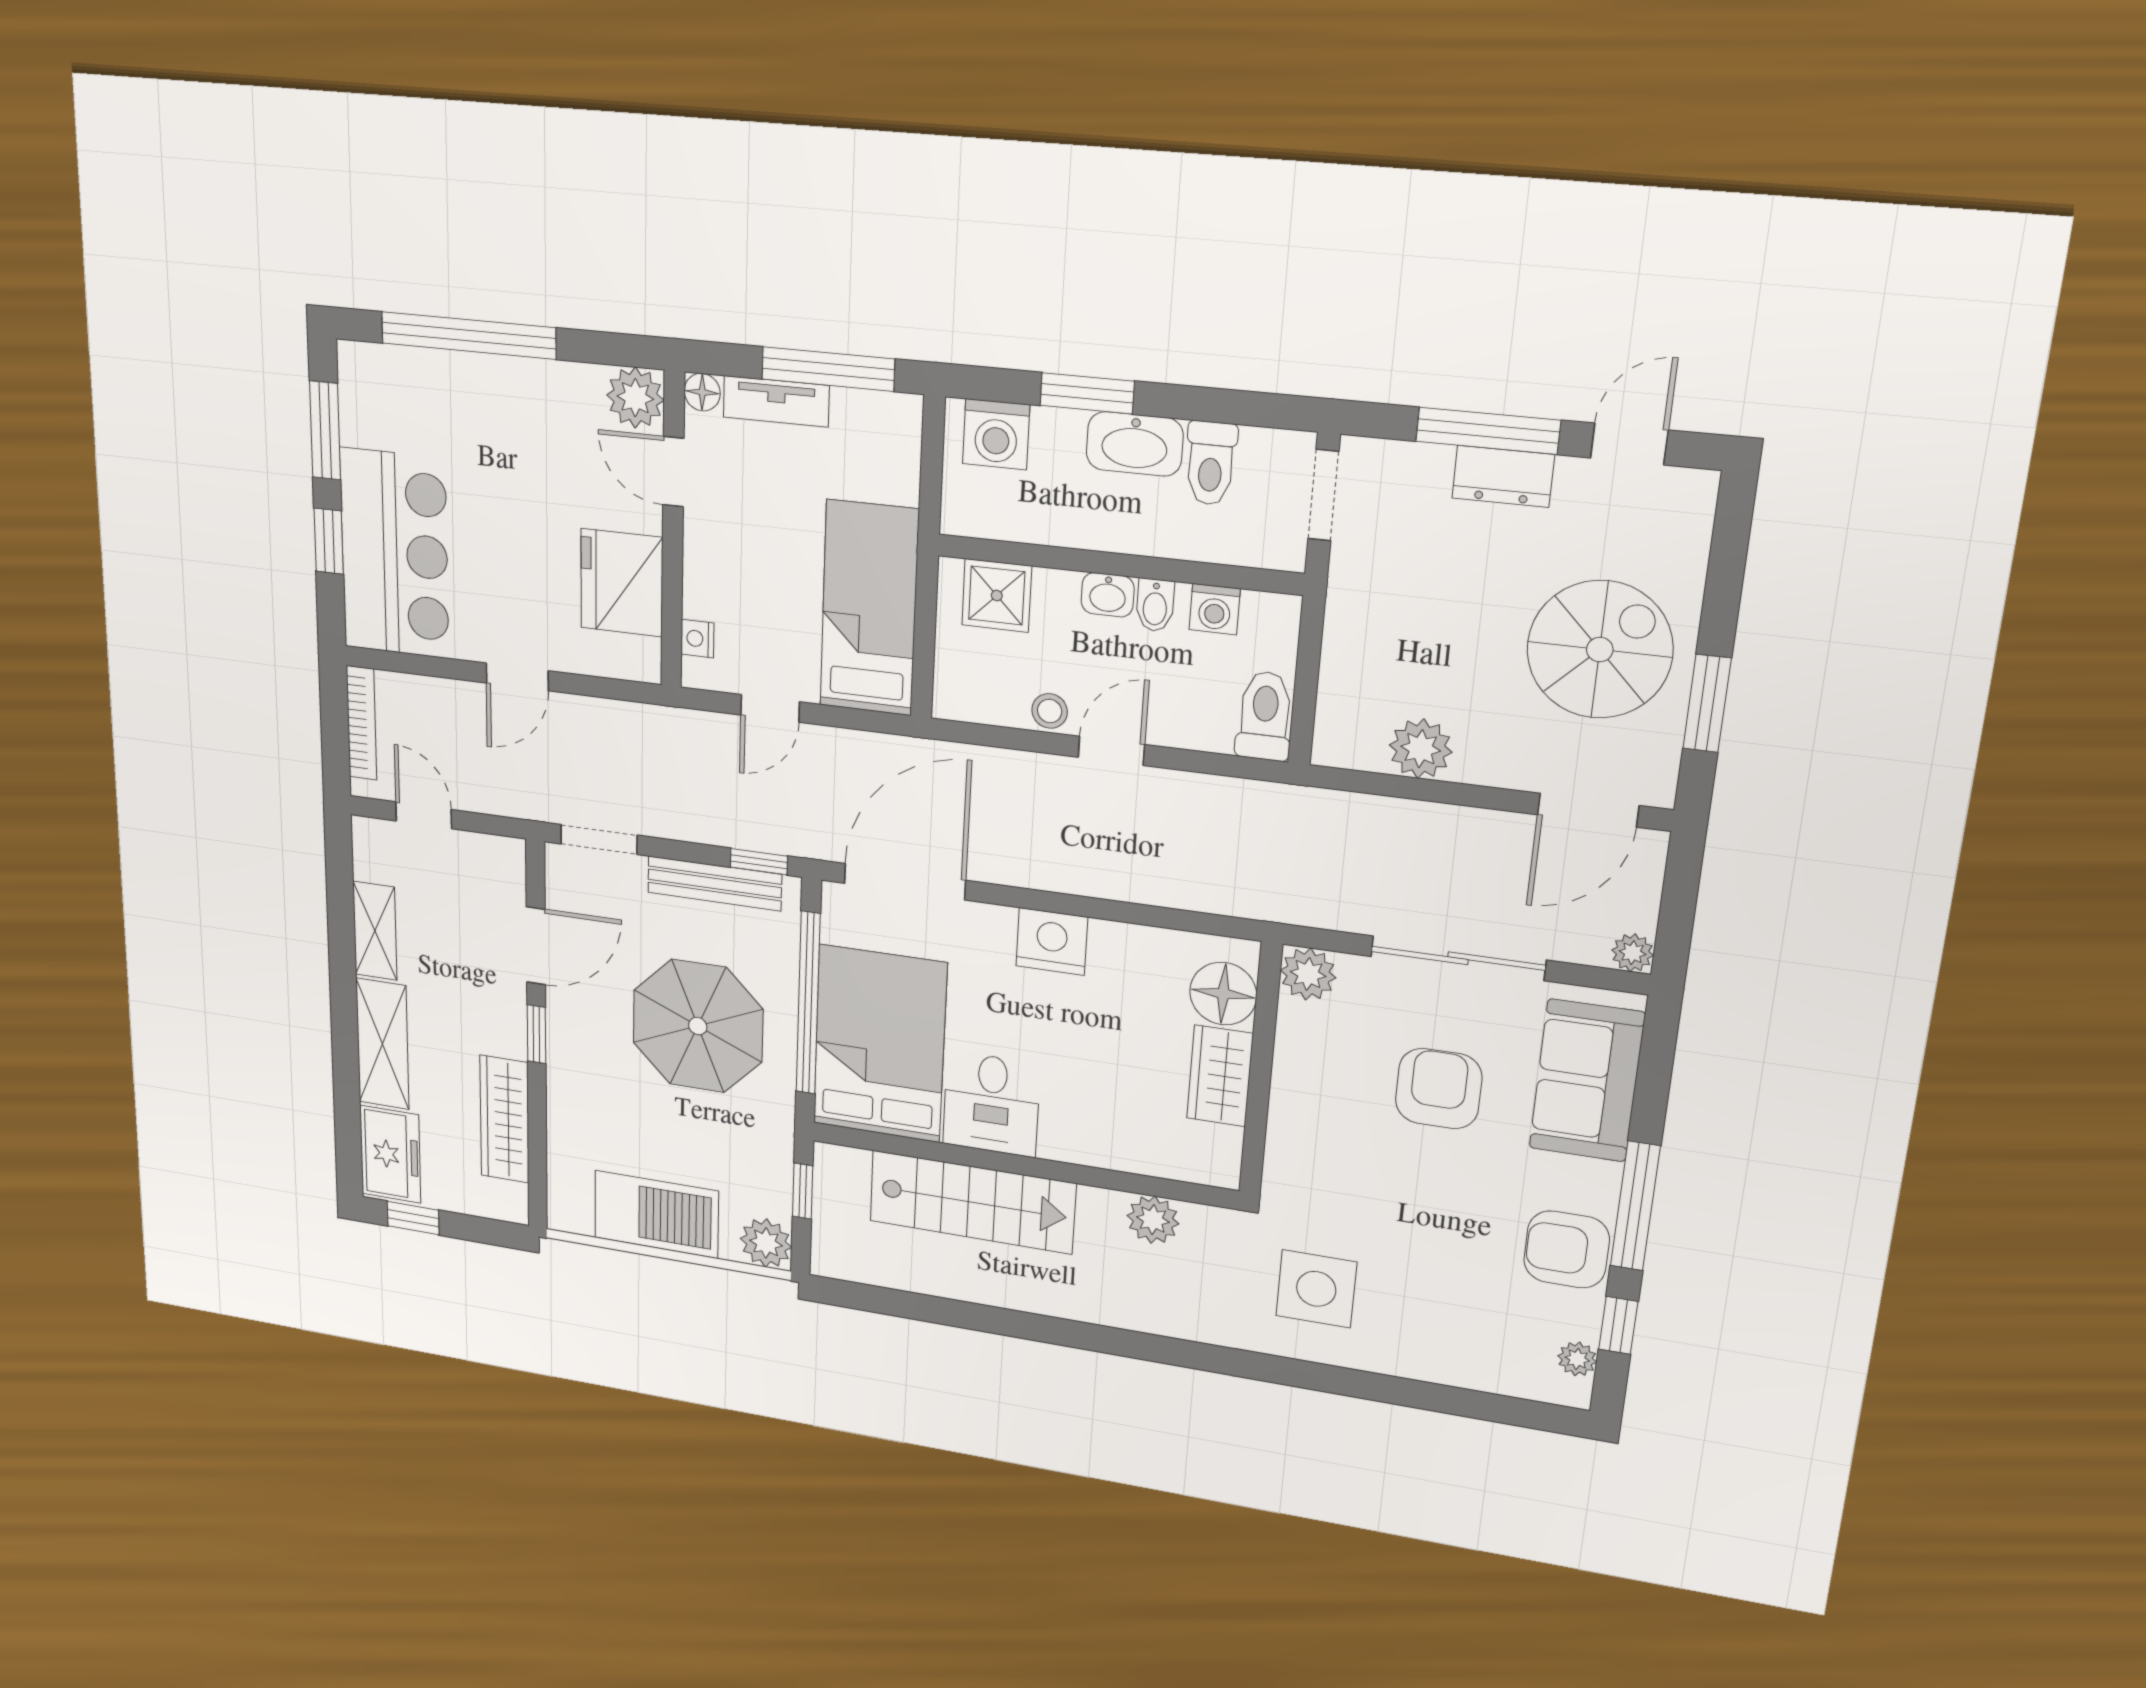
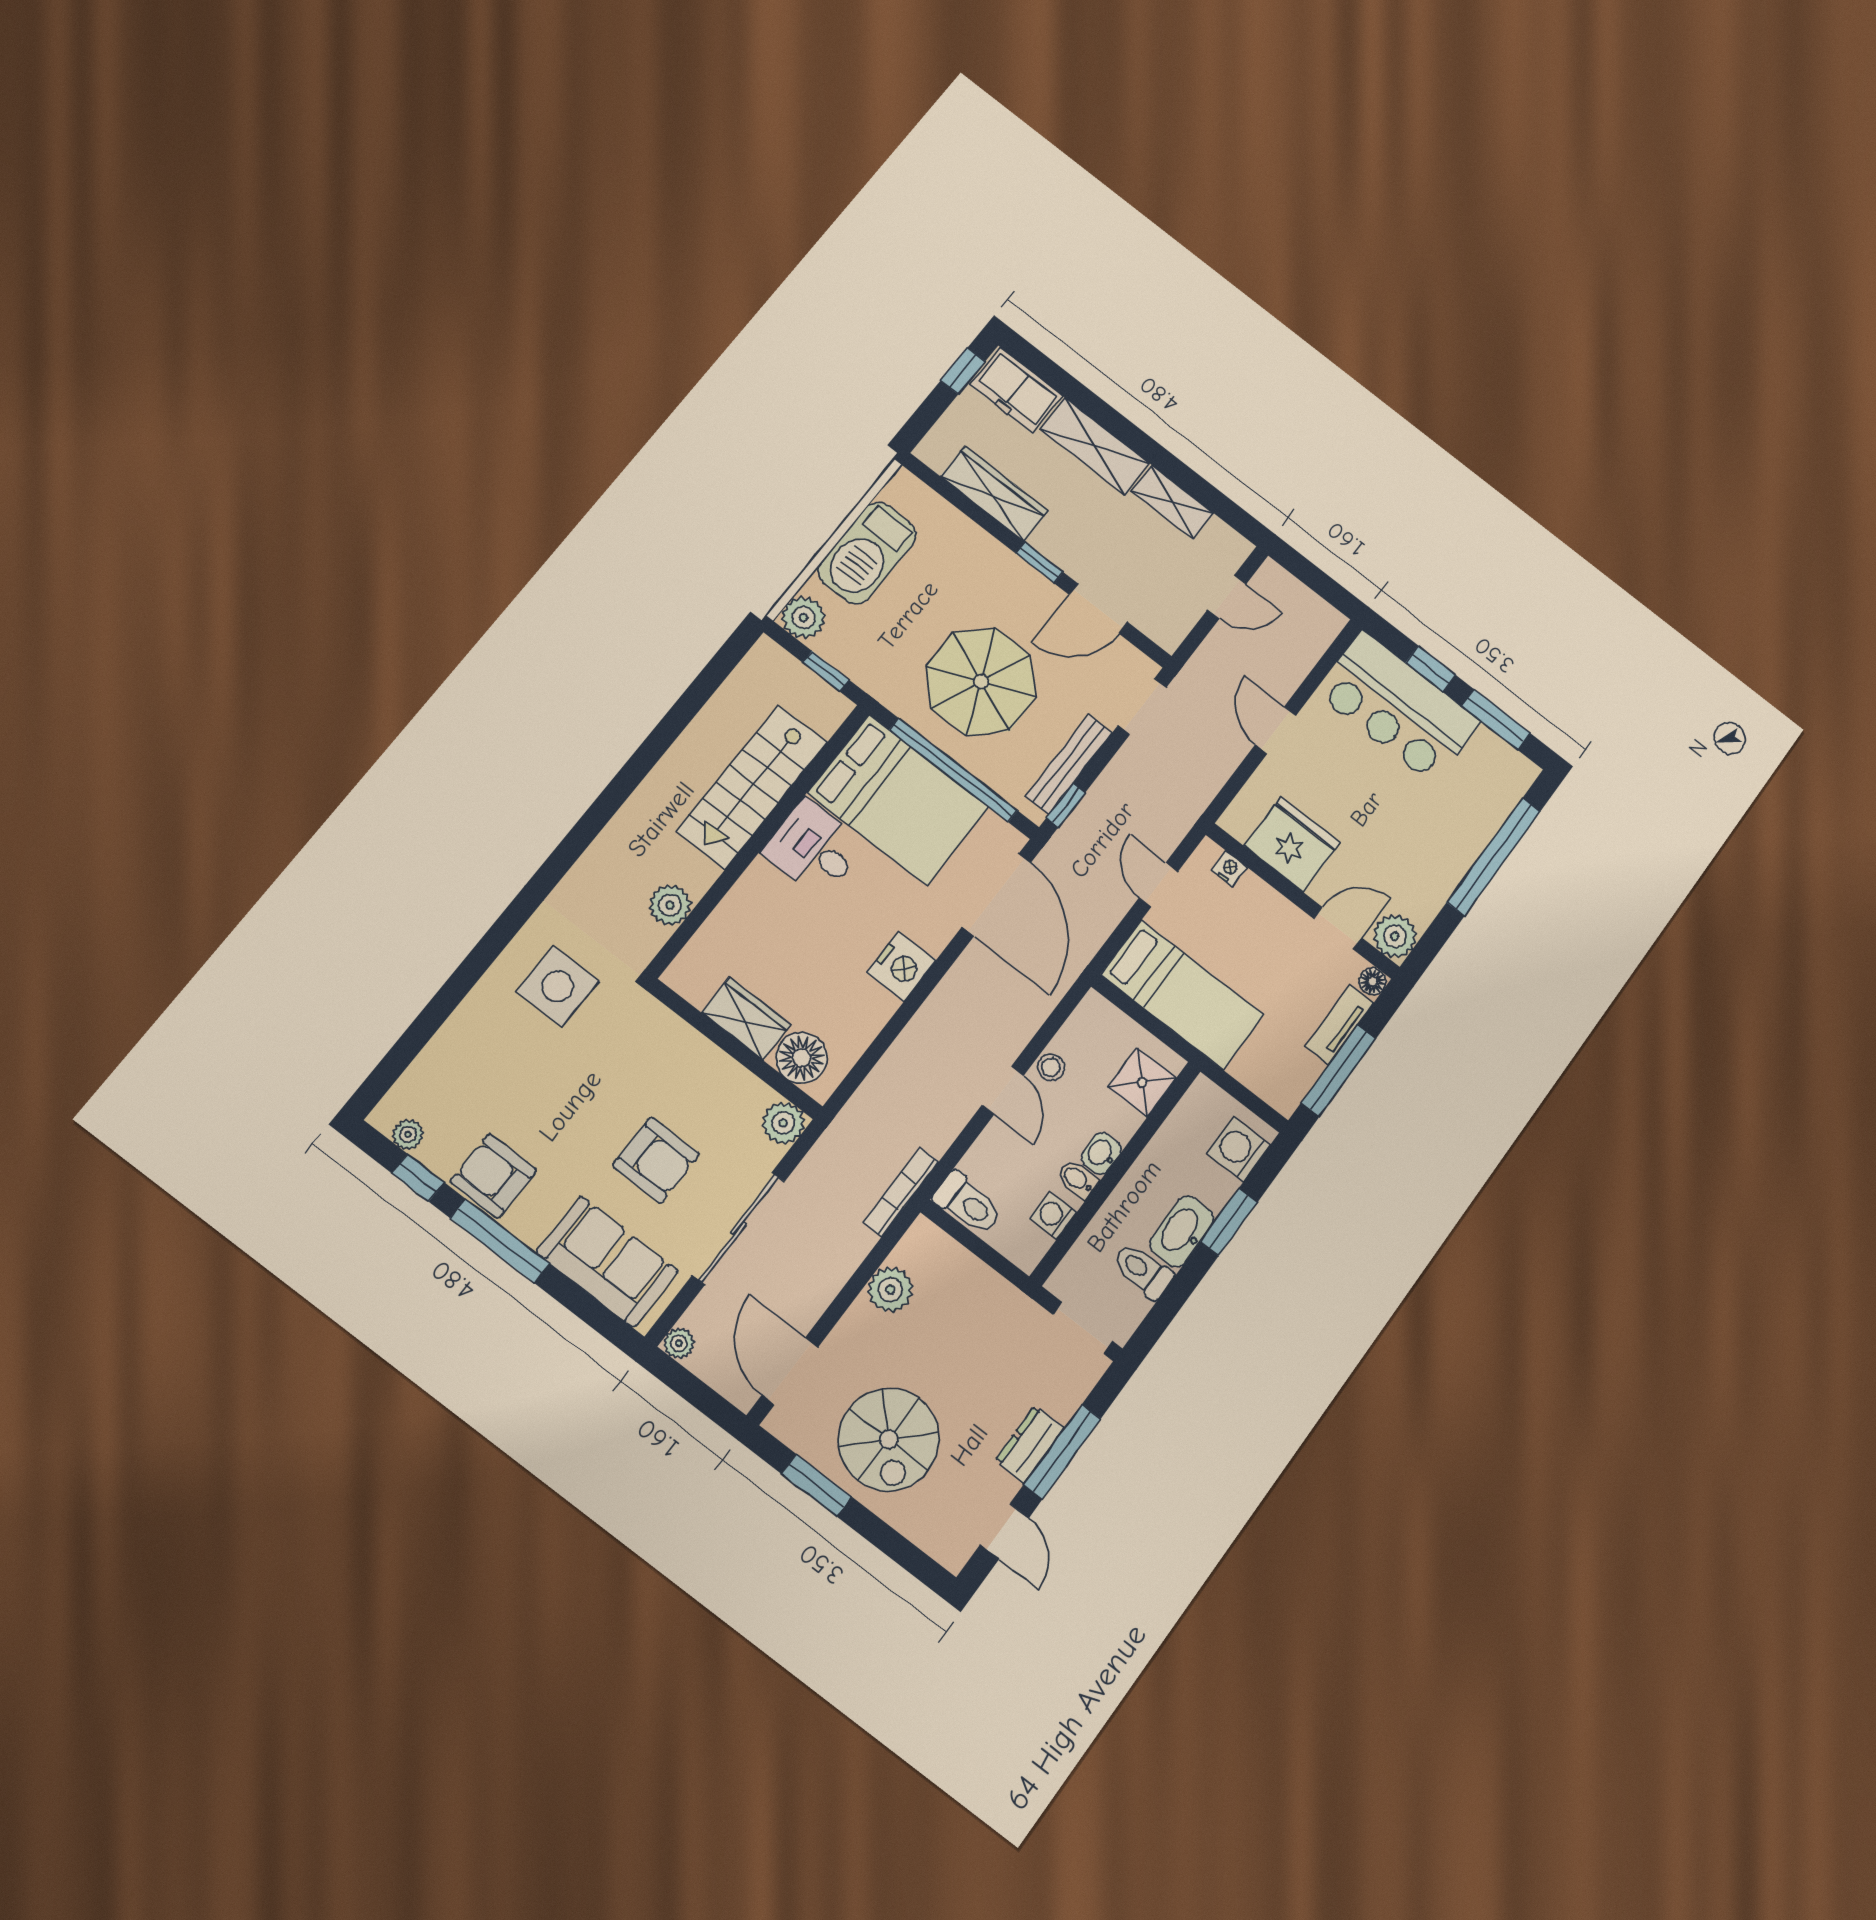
bookcase: (362, 723) -> (901, 1192), moved, turned 90
door: (536, 946) -> (1098, 608), hinge flipped
armchair: (1567, 1249) -> (493, 1176), turned -90

